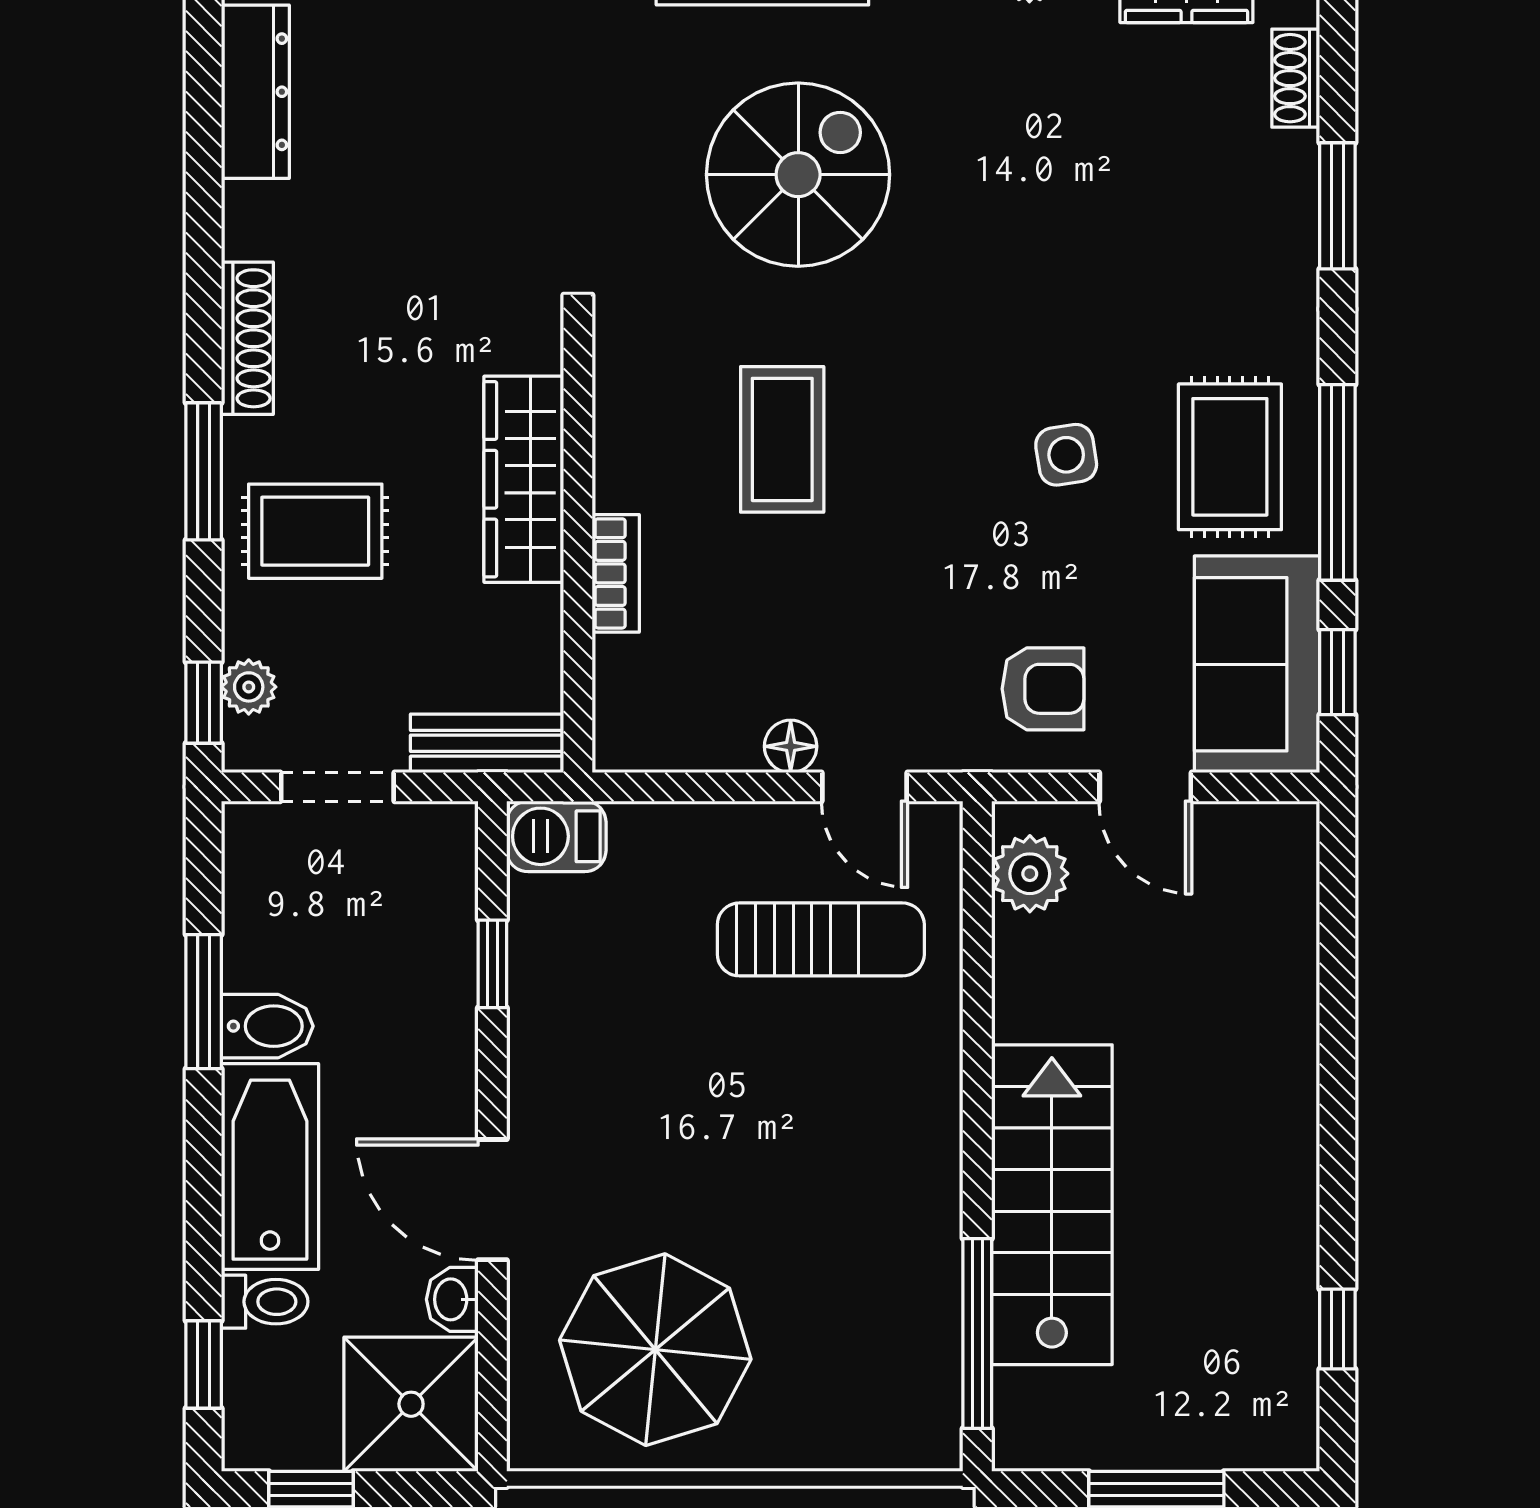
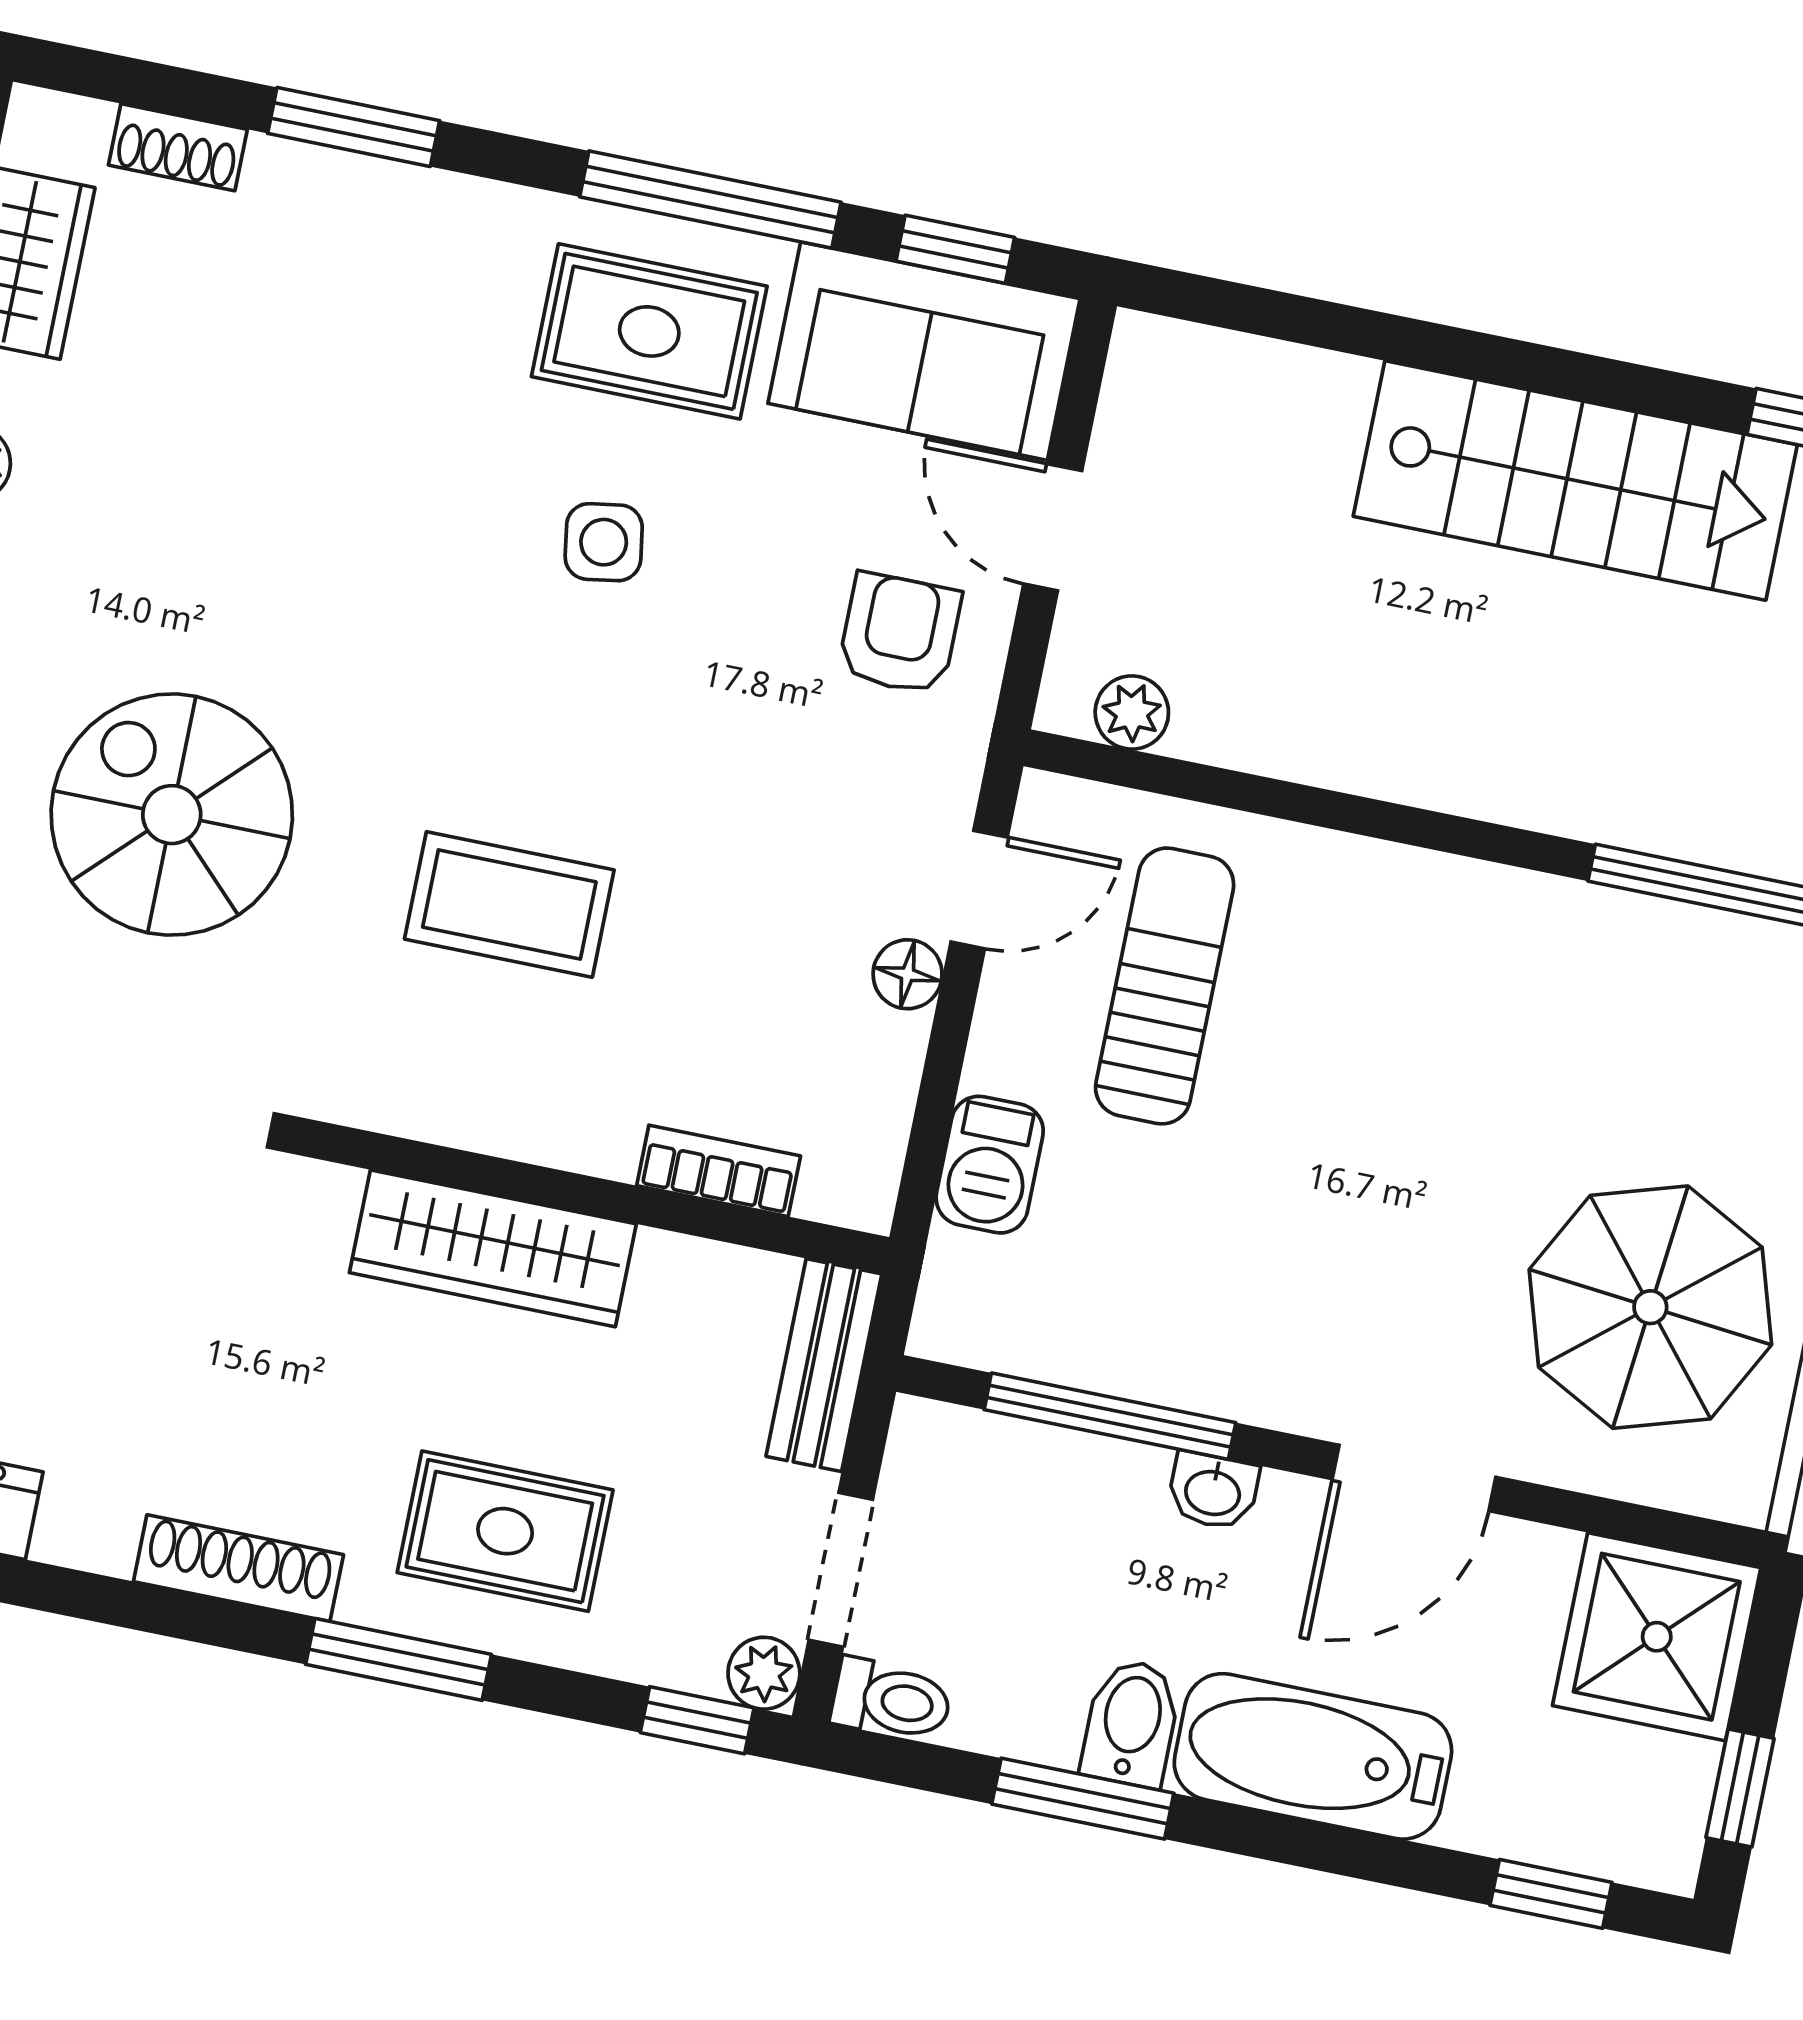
rug: (315, 531) -> (505, 1531), turned 90
bookcase: (616, 573) -> (719, 1171), moved
plant: (249, 687) -> (764, 1673), moved
door: (1145, 787) -> (1053, 527), swing flipped
barbecue: (556, 836) -> (990, 1165), moved
plant: (1030, 874) -> (1132, 713), width x0.73, depth x0.73
window: (492, 964) -> (1110, 1416), width x2.17
stairs: (1052, 1205) -> (1575, 481), moved, turned 180
washbasin: (452, 1299) -> (1213, 1491), moved
toilet: (265, 1302) -> (891, 1700), moved, turned 90

